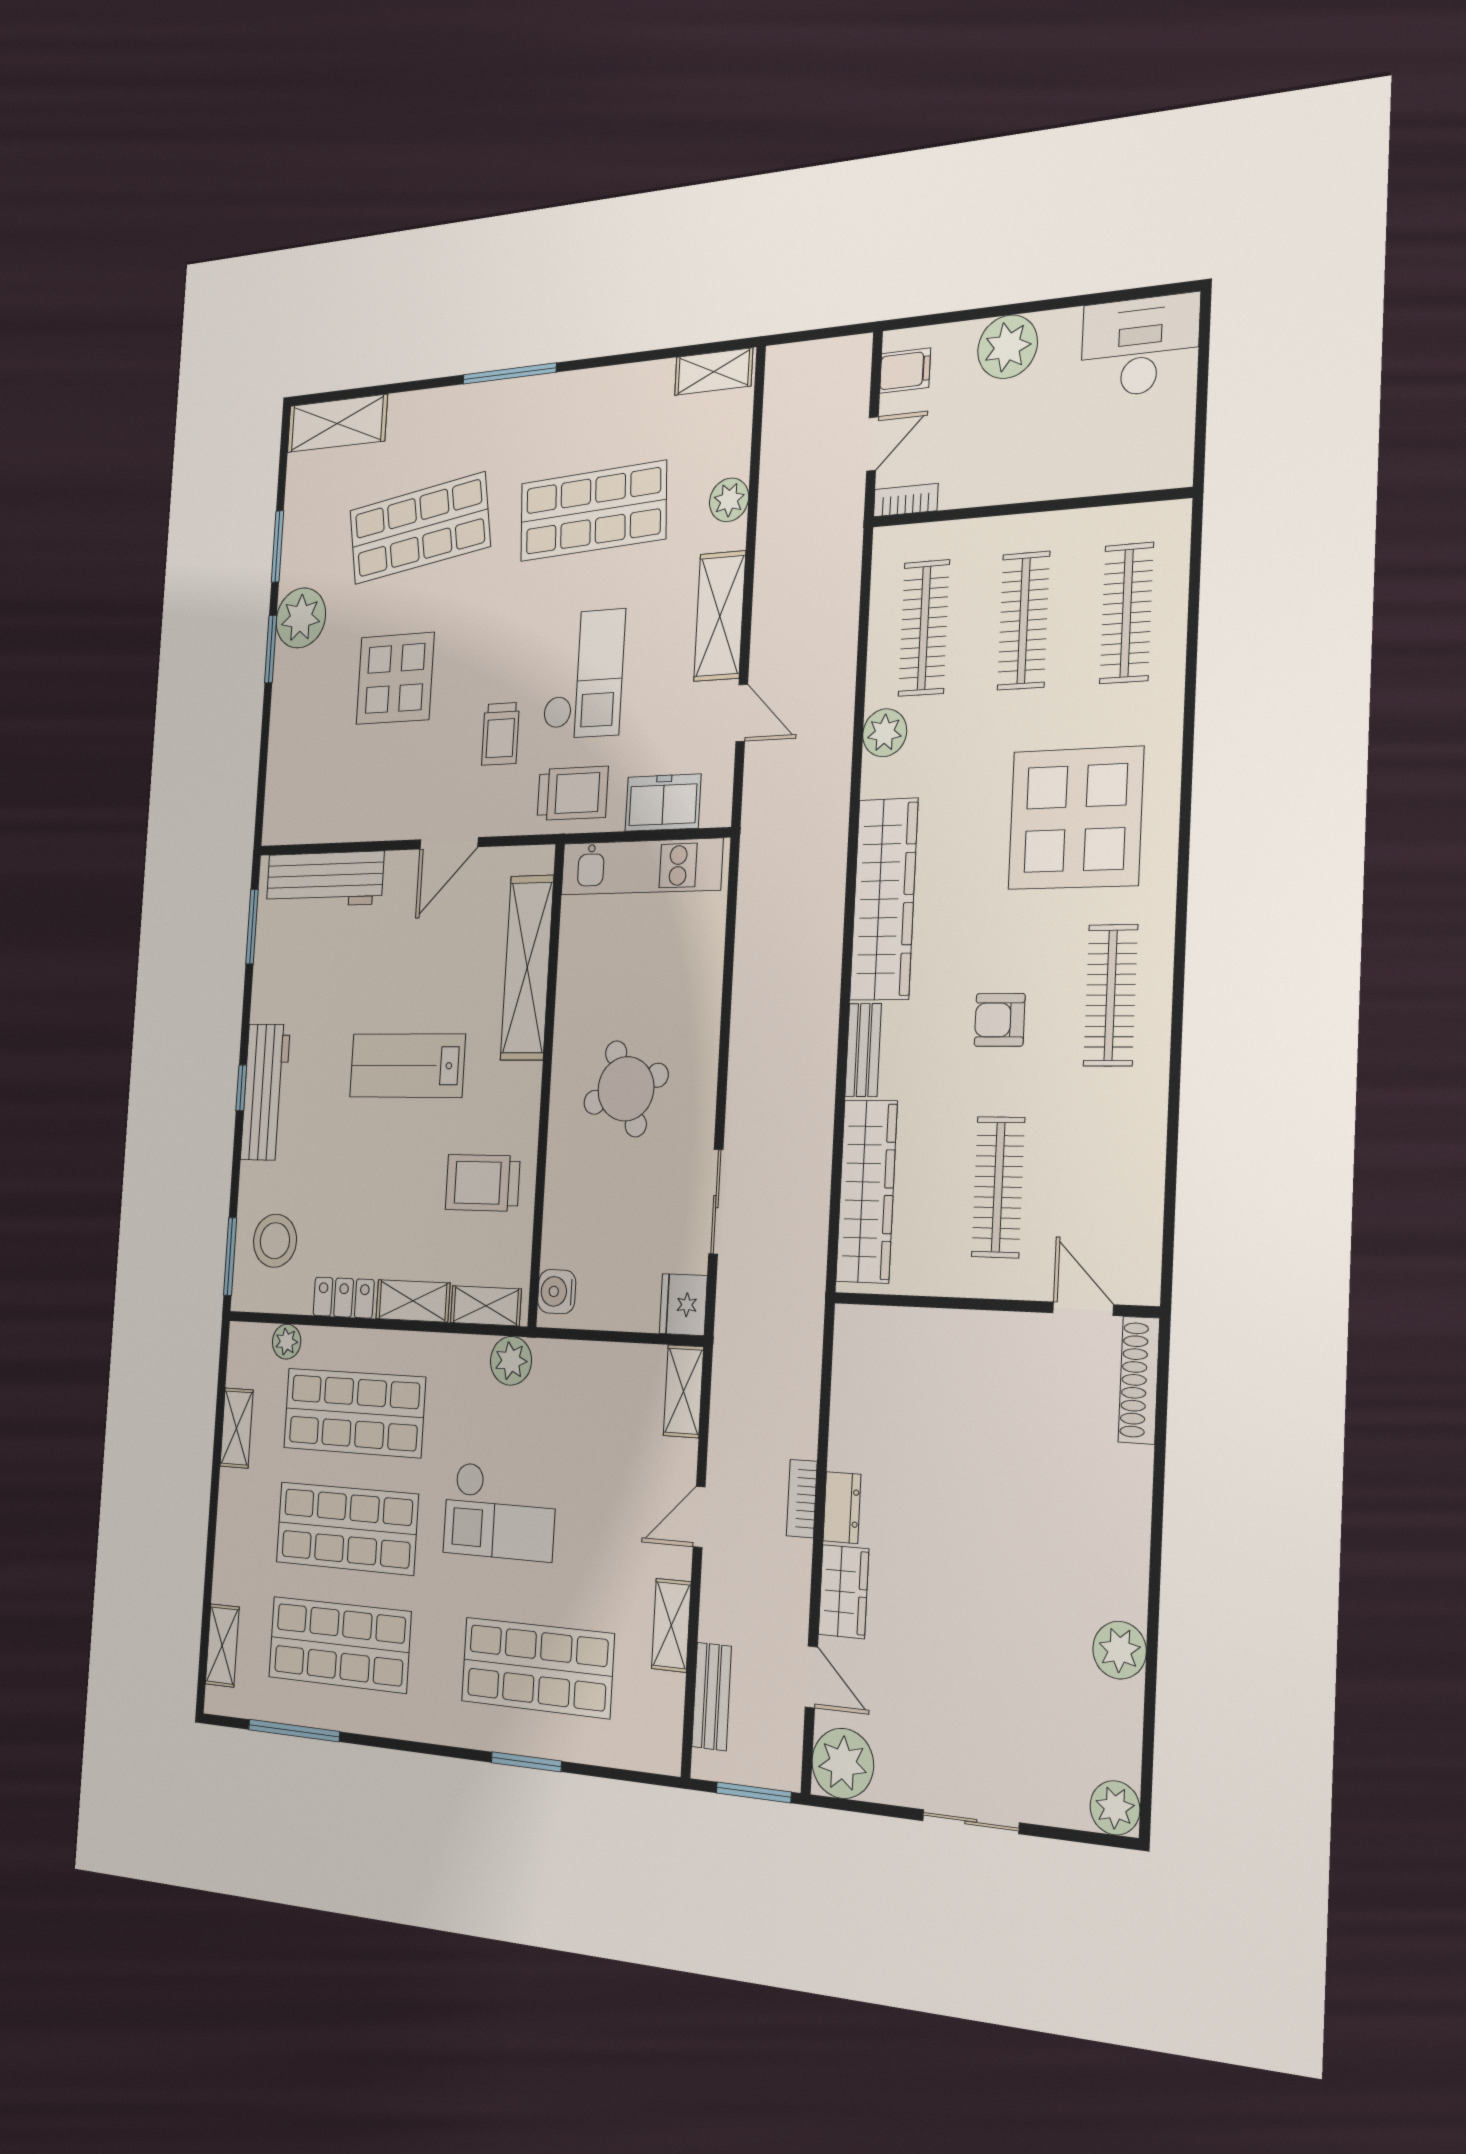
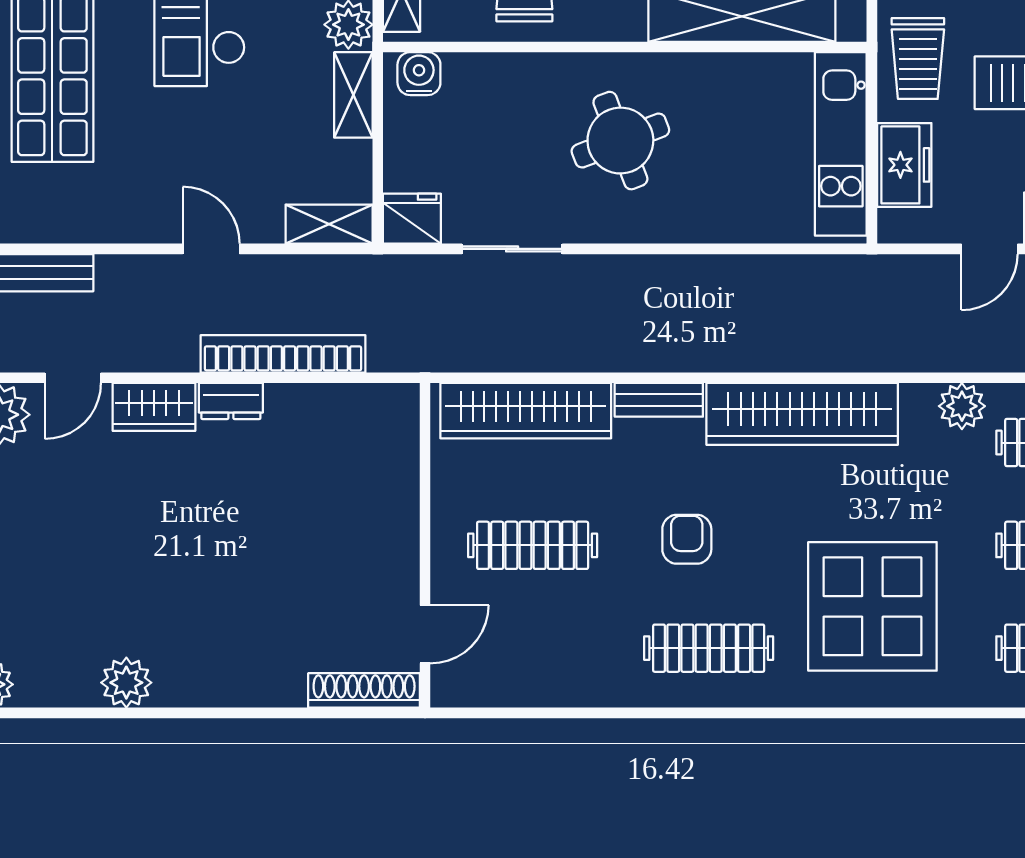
bookcase: (802, 1499) -> (283, 354), width x2.31, depth x1.31
shelving: (671, 1625) -> (353, 95), moved, turned 90

